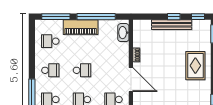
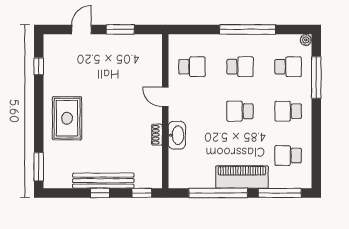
window: (198, 17) -> (142, 193), moved
washbasin: (123, 33) -> (177, 135), moved
school desk: (50, 41) -> (288, 156), turned 180
door: (131, 80) -> (165, 97), width x0.53

